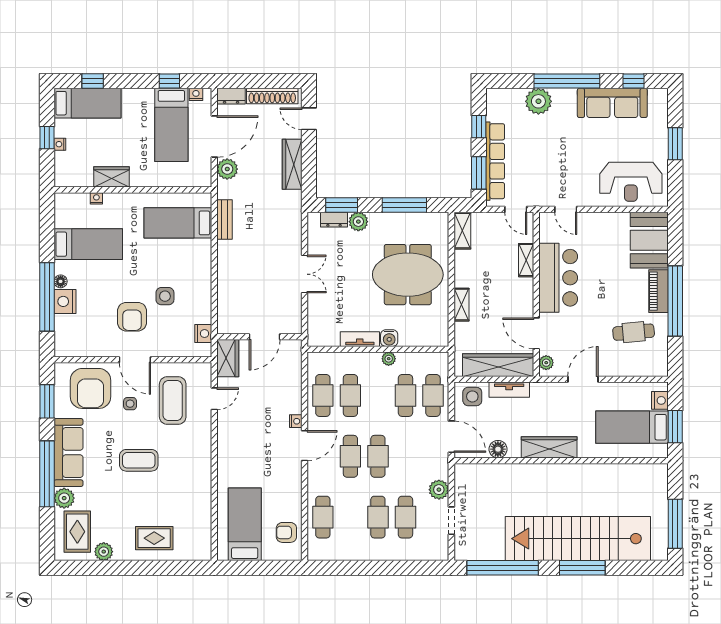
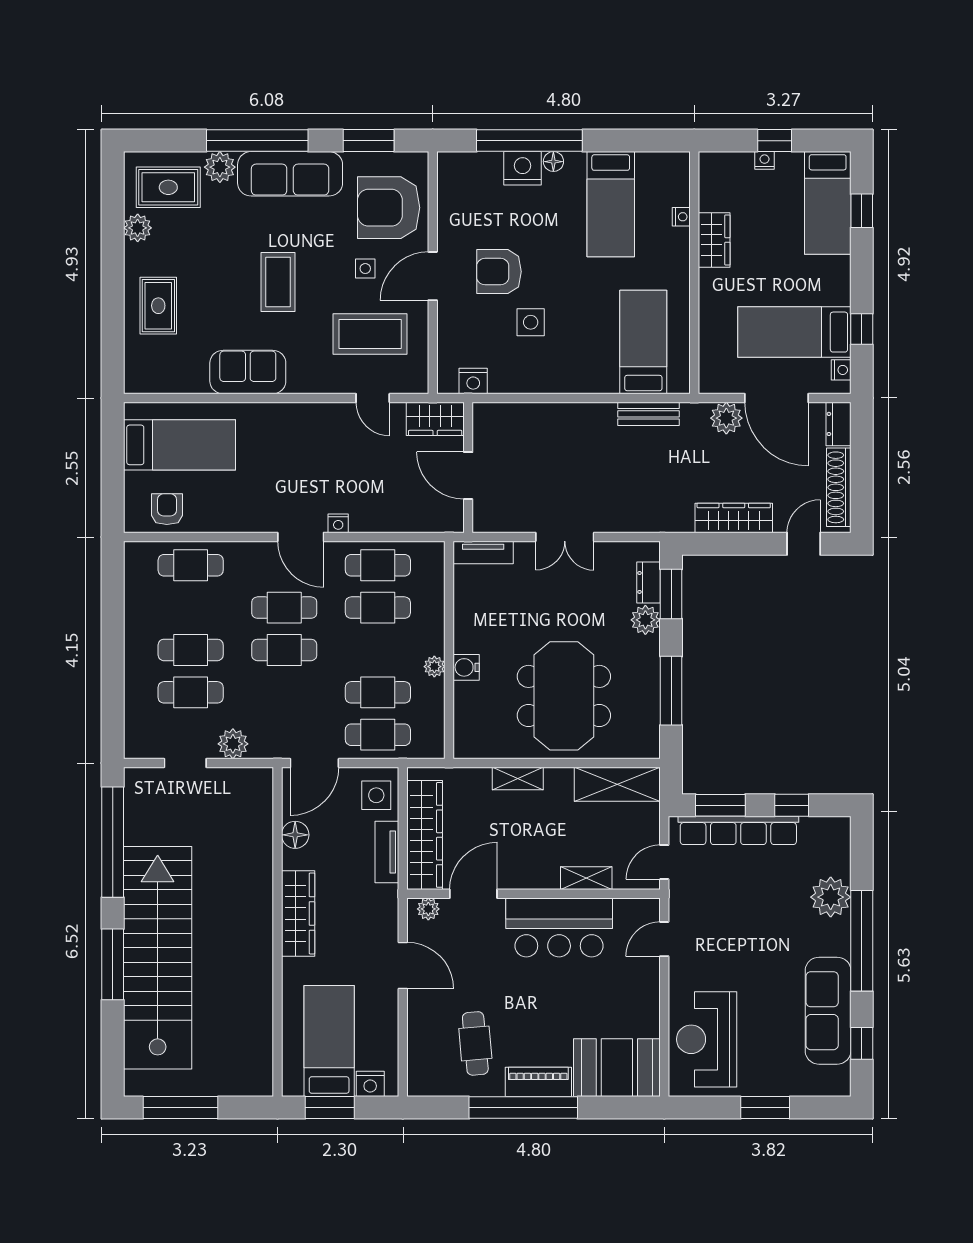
shelving: (462, 231) -> (617, 784), width x1.50, depth x1.33
tv unit: (360, 339) -> (483, 552), moved, turned 90
sofa: (197, 480) -> (248, 372), added

